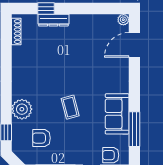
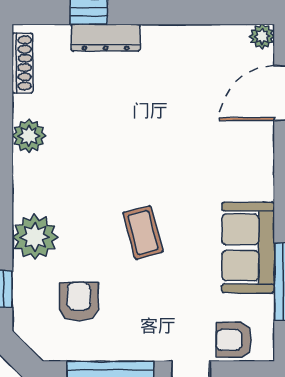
plant: (19, 64) -> (29, 136), added
armchair: (41, 138) -> (79, 302), turned 90

